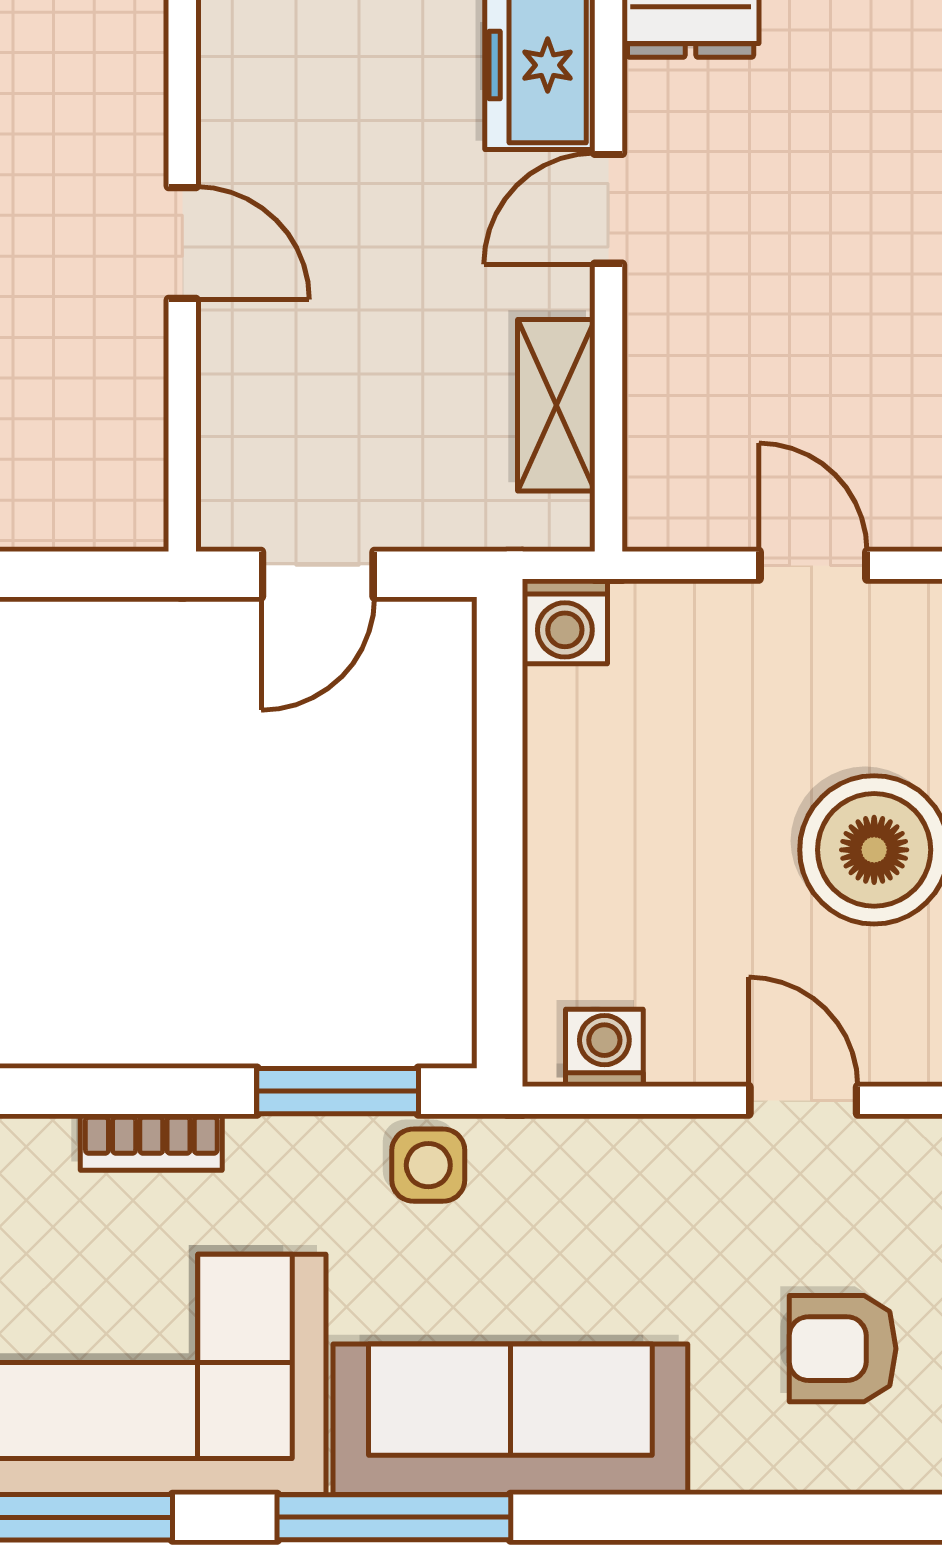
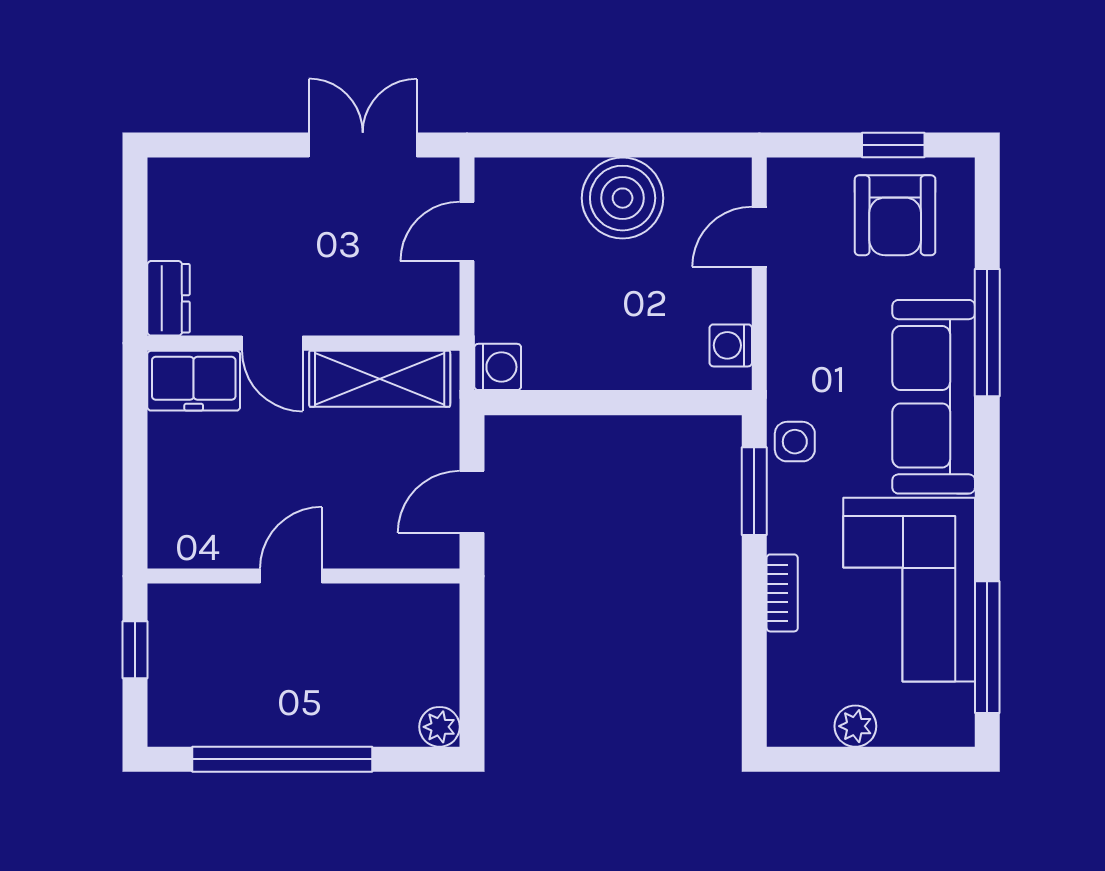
shelving: (556, 405) -> (380, 379), width x1.50, depth x1.33
door: (318, 574) -> (472, 502), swing flipped
armchair: (843, 1349) -> (895, 215), width x1.38, depth x1.38
window: (394, 1517) -> (987, 333), moved

